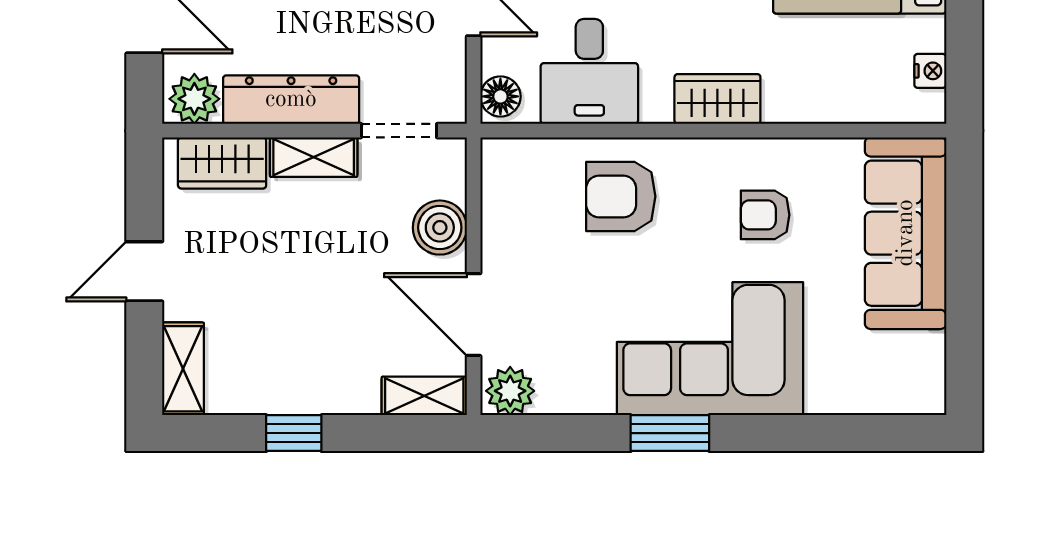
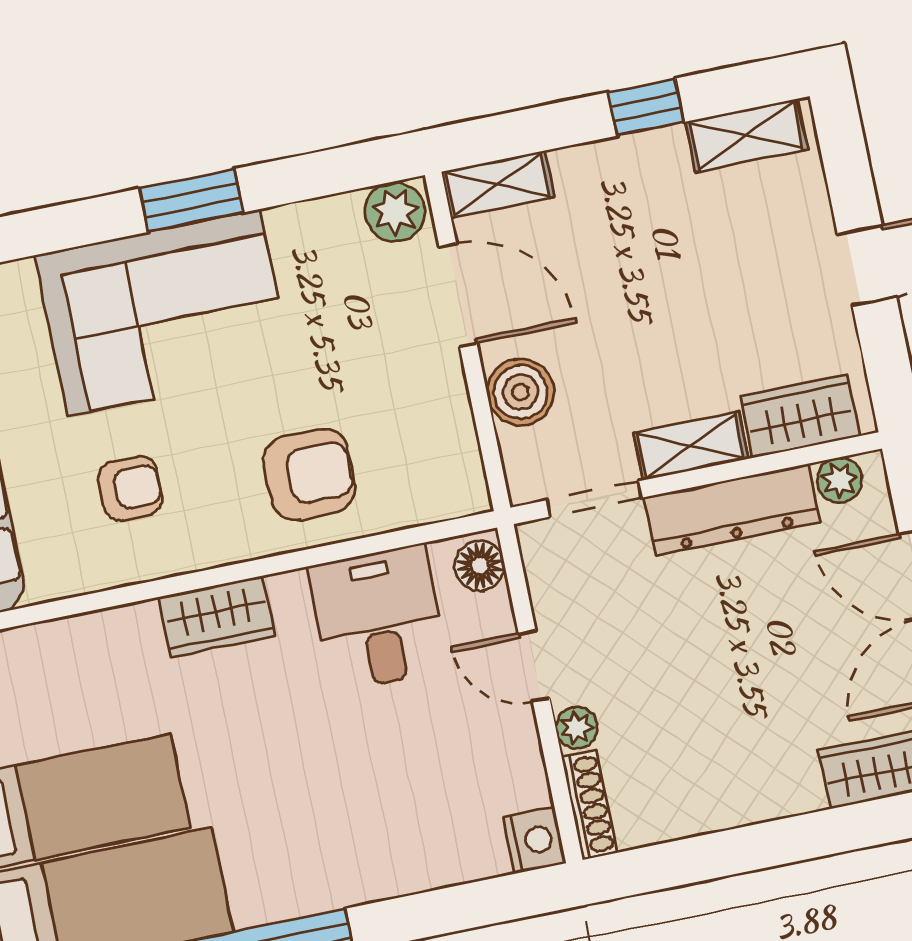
plant: (194, 99) -> (839, 480), width x0.73, depth x0.73
shelving: (183, 369) -> (746, 135), moved, turned 90

